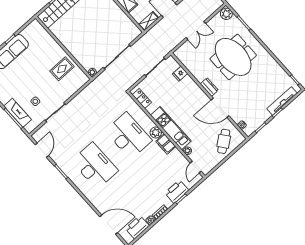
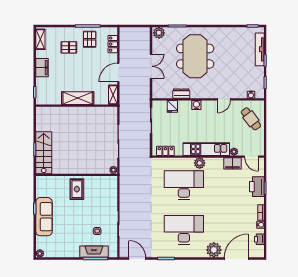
meeting table: (233, 57) -> (195, 56), turned 90
rug: (62, 69) -> (77, 189), moved
dresser: (209, 87) -> (181, 94), moved
water cooler: (197, 91) -> (196, 105), added
door: (220, 108) -> (224, 99), width x0.53
filing cabinet: (166, 144) -> (233, 163), moved
plant: (100, 202) -> (214, 250), added
printer: (137, 227) -> (259, 239), width x0.53, depth x0.68

